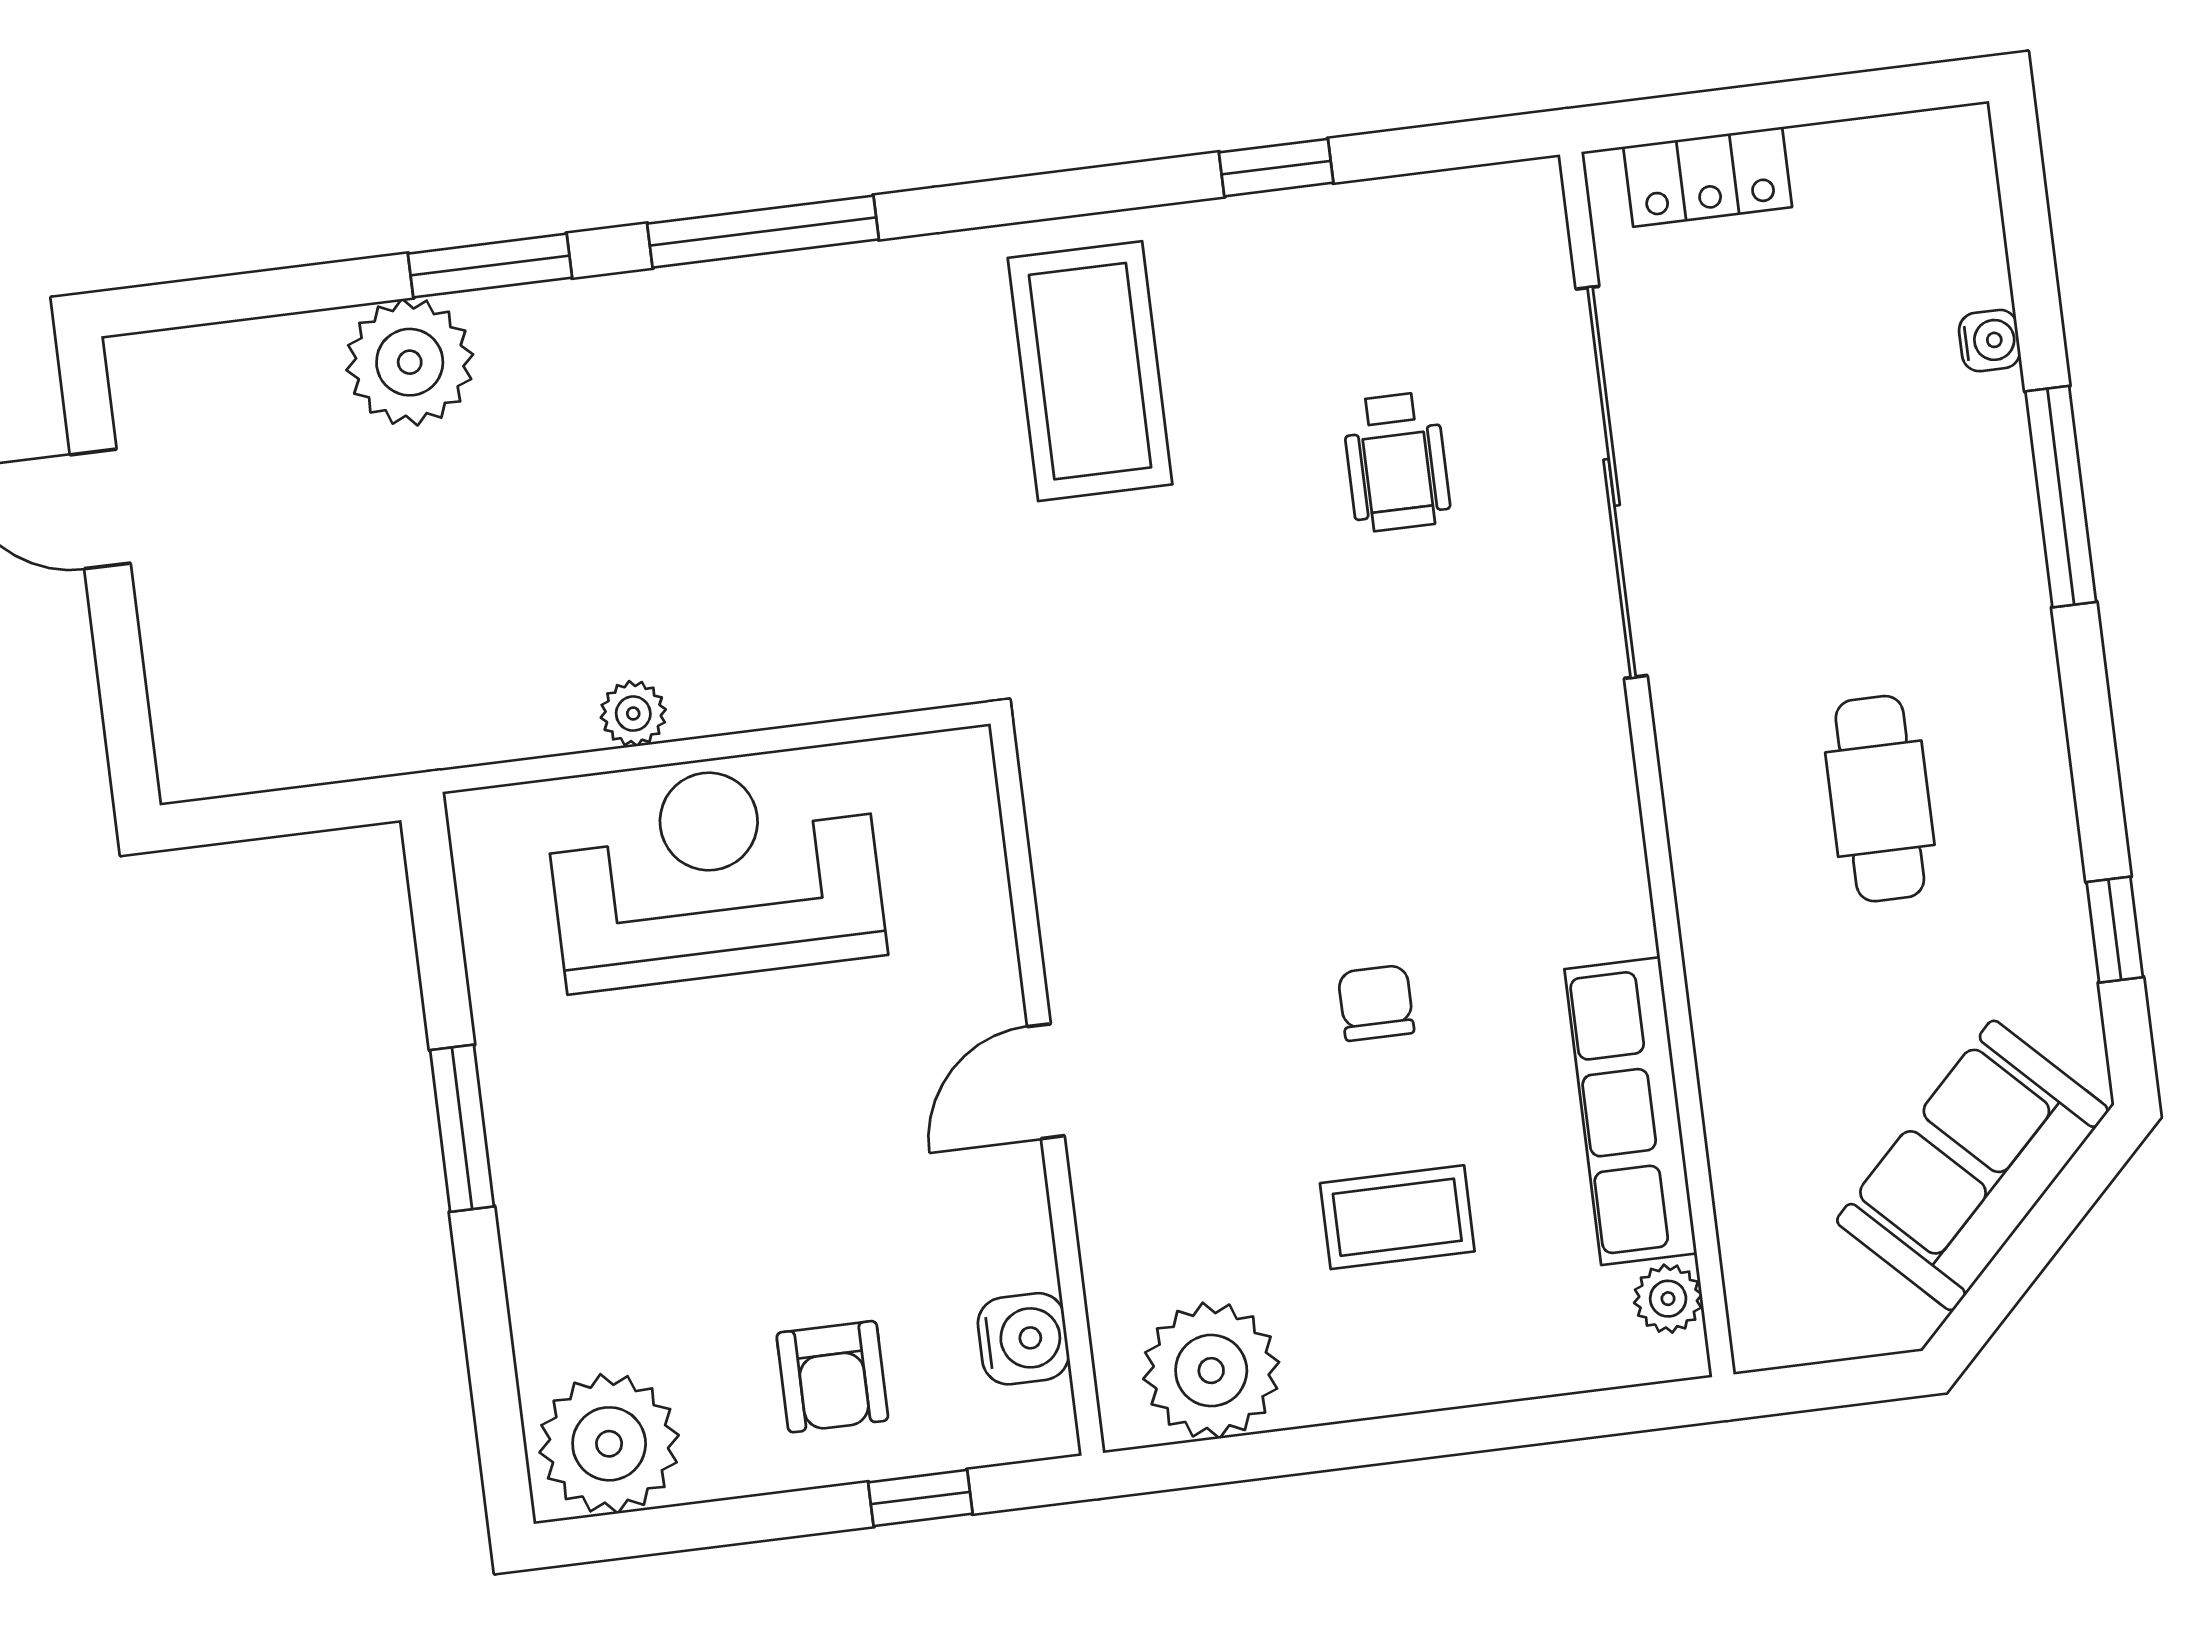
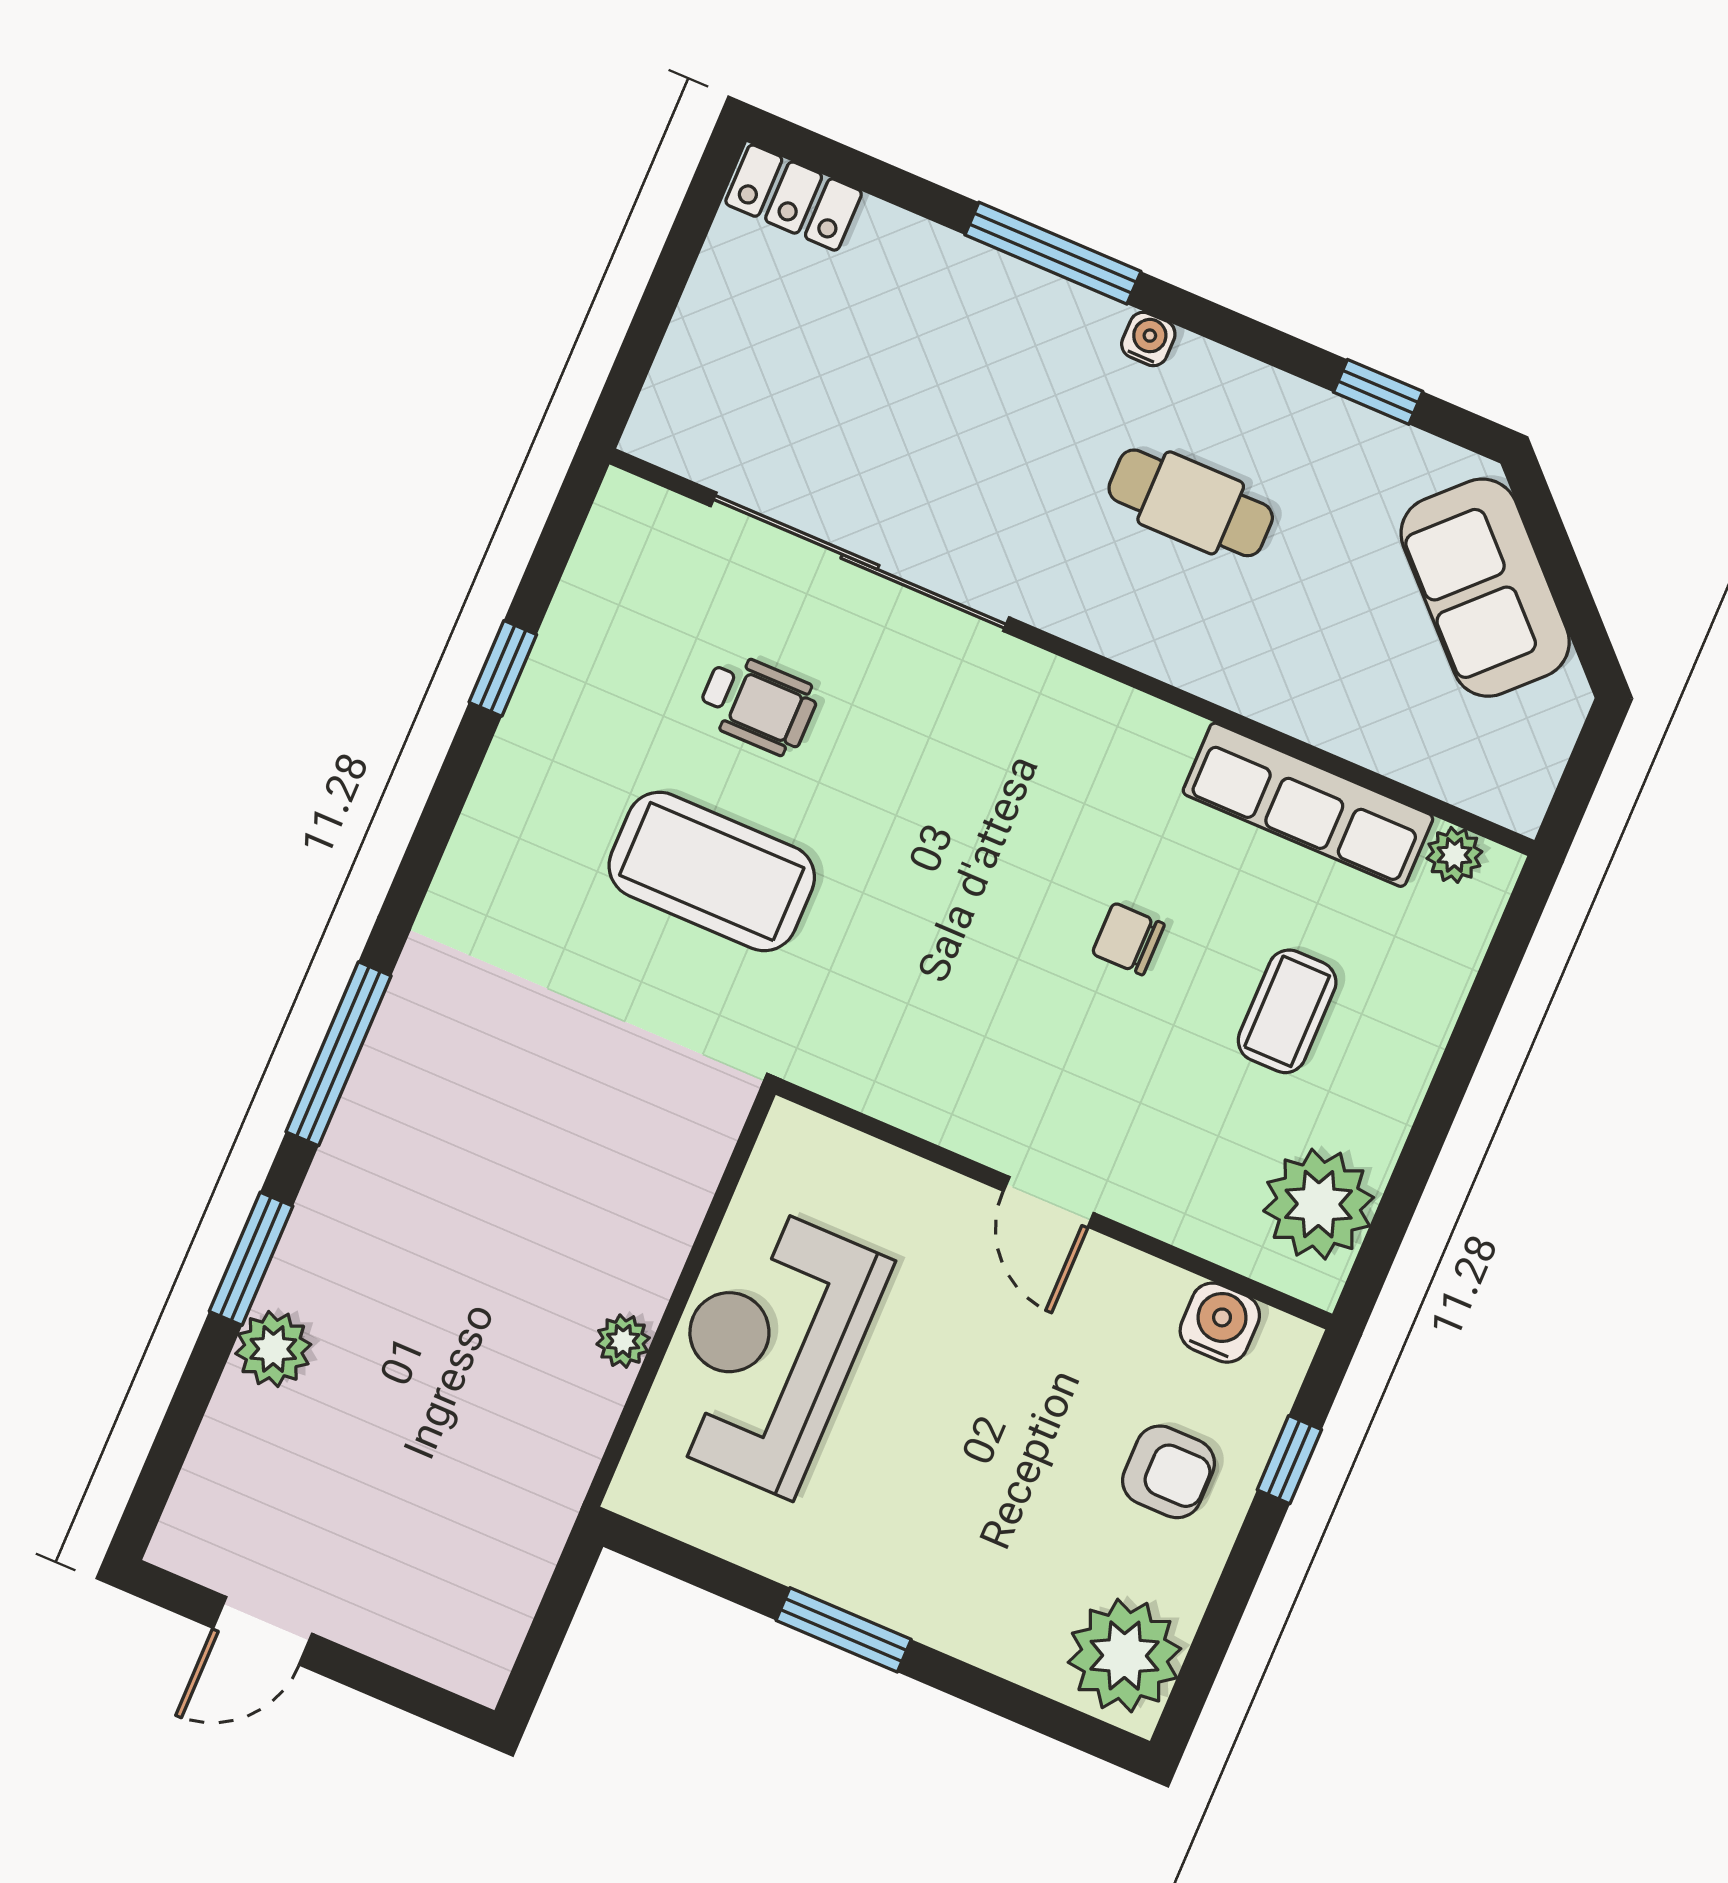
locker: (1708, 177) -> (794, 198), moved, turned 90
water cooler: (1990, 341) -> (1148, 339), moved
plant: (410, 362) -> (273, 1349), width x0.73, depth x0.73
coffee table: (1090, 371) -> (712, 871), moved

